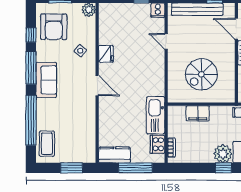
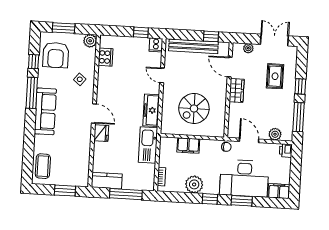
fridge: (106, 54) -> (101, 133), moved
freezer: (157, 79) -> (151, 110), added
sofa: (46, 80) -> (45, 111), width x1.36
window: (31, 120) -> (29, 143), removed
cooker: (157, 144) -> (105, 57), moved, turned 180
plant: (223, 154) -> (194, 184), moved

